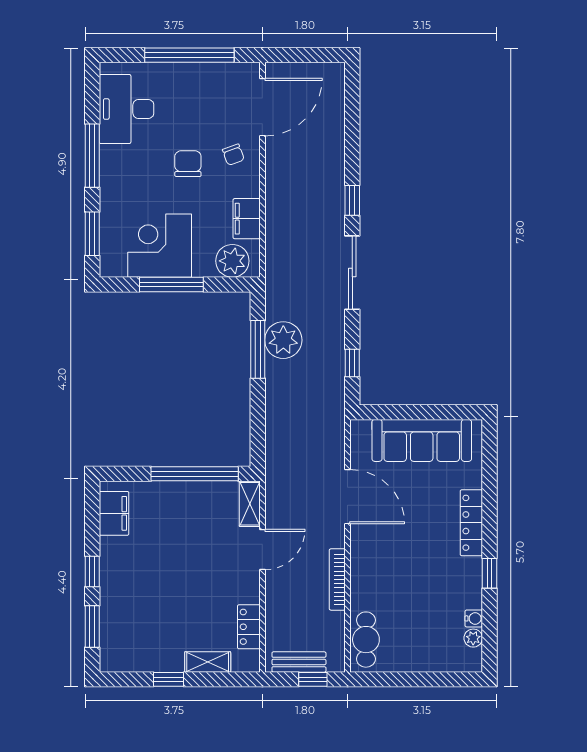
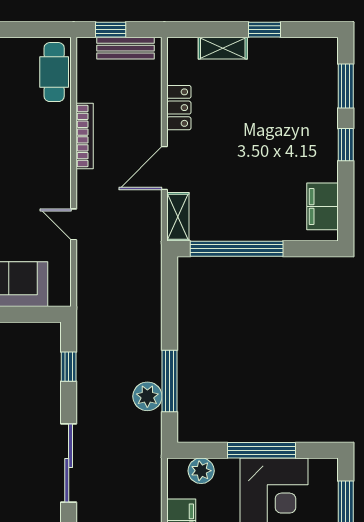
plant: (232, 261) -> (201, 471), width x0.73, depth x0.73
plant: (283, 340) -> (147, 396), width x0.73, depth x0.73
door: (348, 497) -> (74, 224), width x0.53
locker: (249, 627) -> (179, 108), moved

